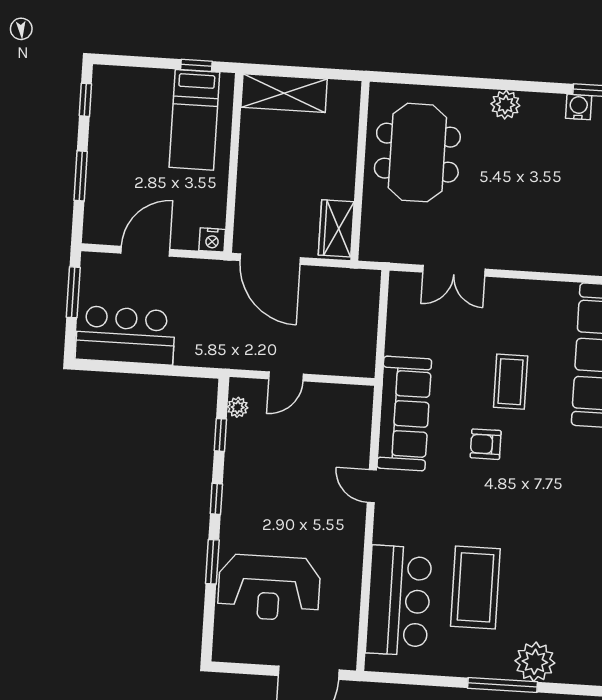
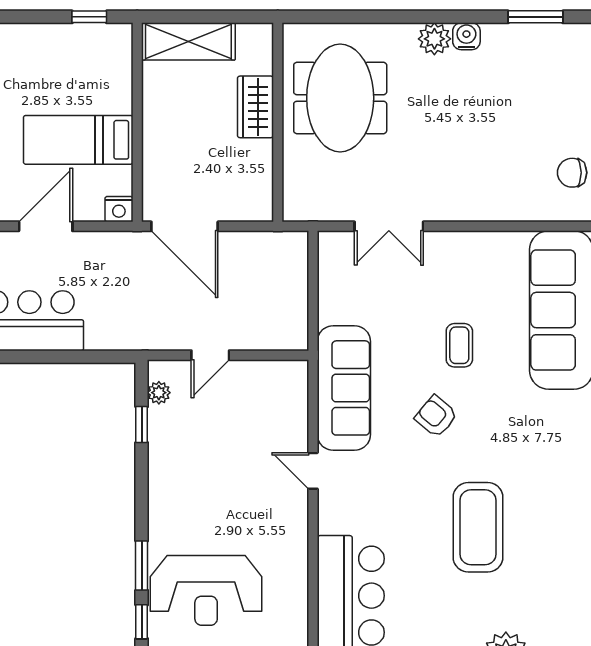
water cooler: (579, 107) -> (466, 36), moved
bed: (194, 120) -> (78, 140), moved, turned 90
wardrobe: (336, 228) -> (255, 107), moved
coffee table: (511, 382) -> (459, 345), width x0.73, depth x0.77
armchair: (486, 444) -> (436, 416), turned 40
window: (216, 499) -> (142, 622), moved
coffee table: (475, 587) -> (478, 527), moved

